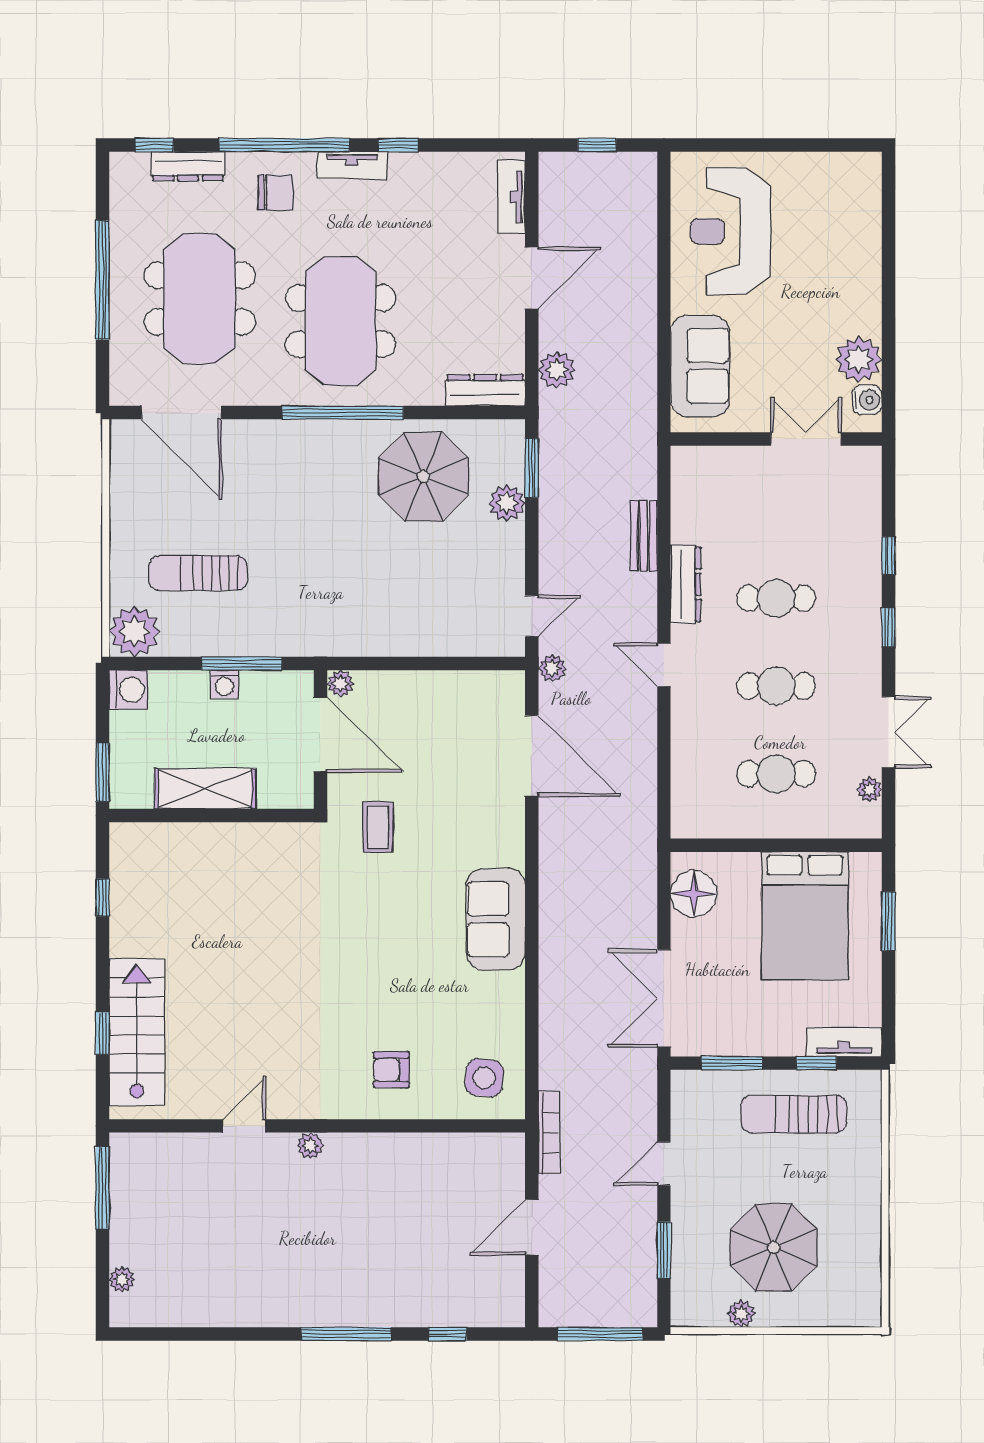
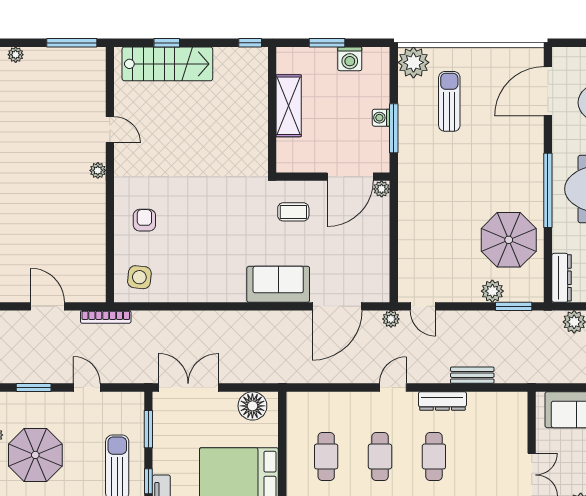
washing machine: (129, 690) -> (350, 59), moved
shelving: (205, 789) -> (289, 106), moved
wall: (211, 815) -> (272, 110), moved
sofa: (496, 919) -> (278, 284), moved

